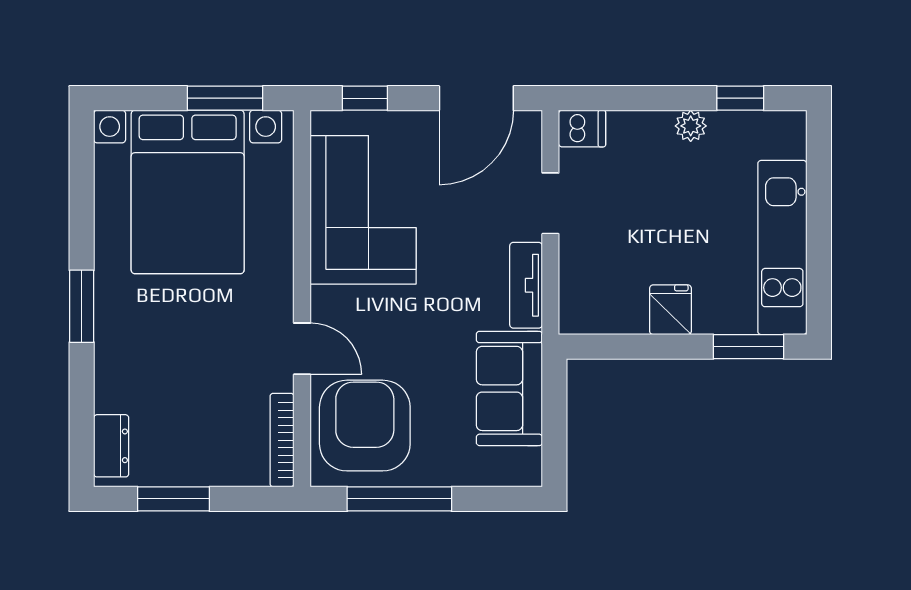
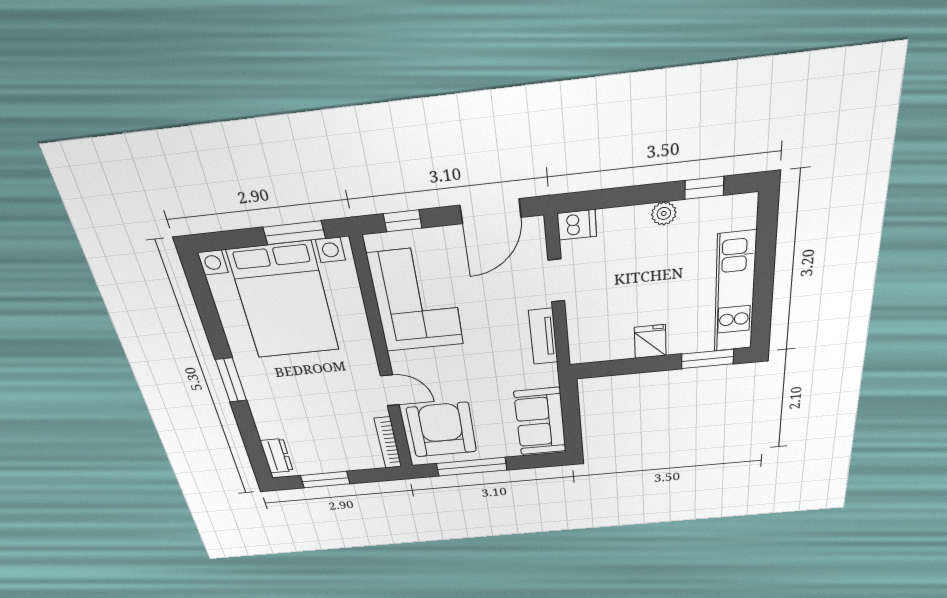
sofa: (509, 388) -> (540, 422), moved

